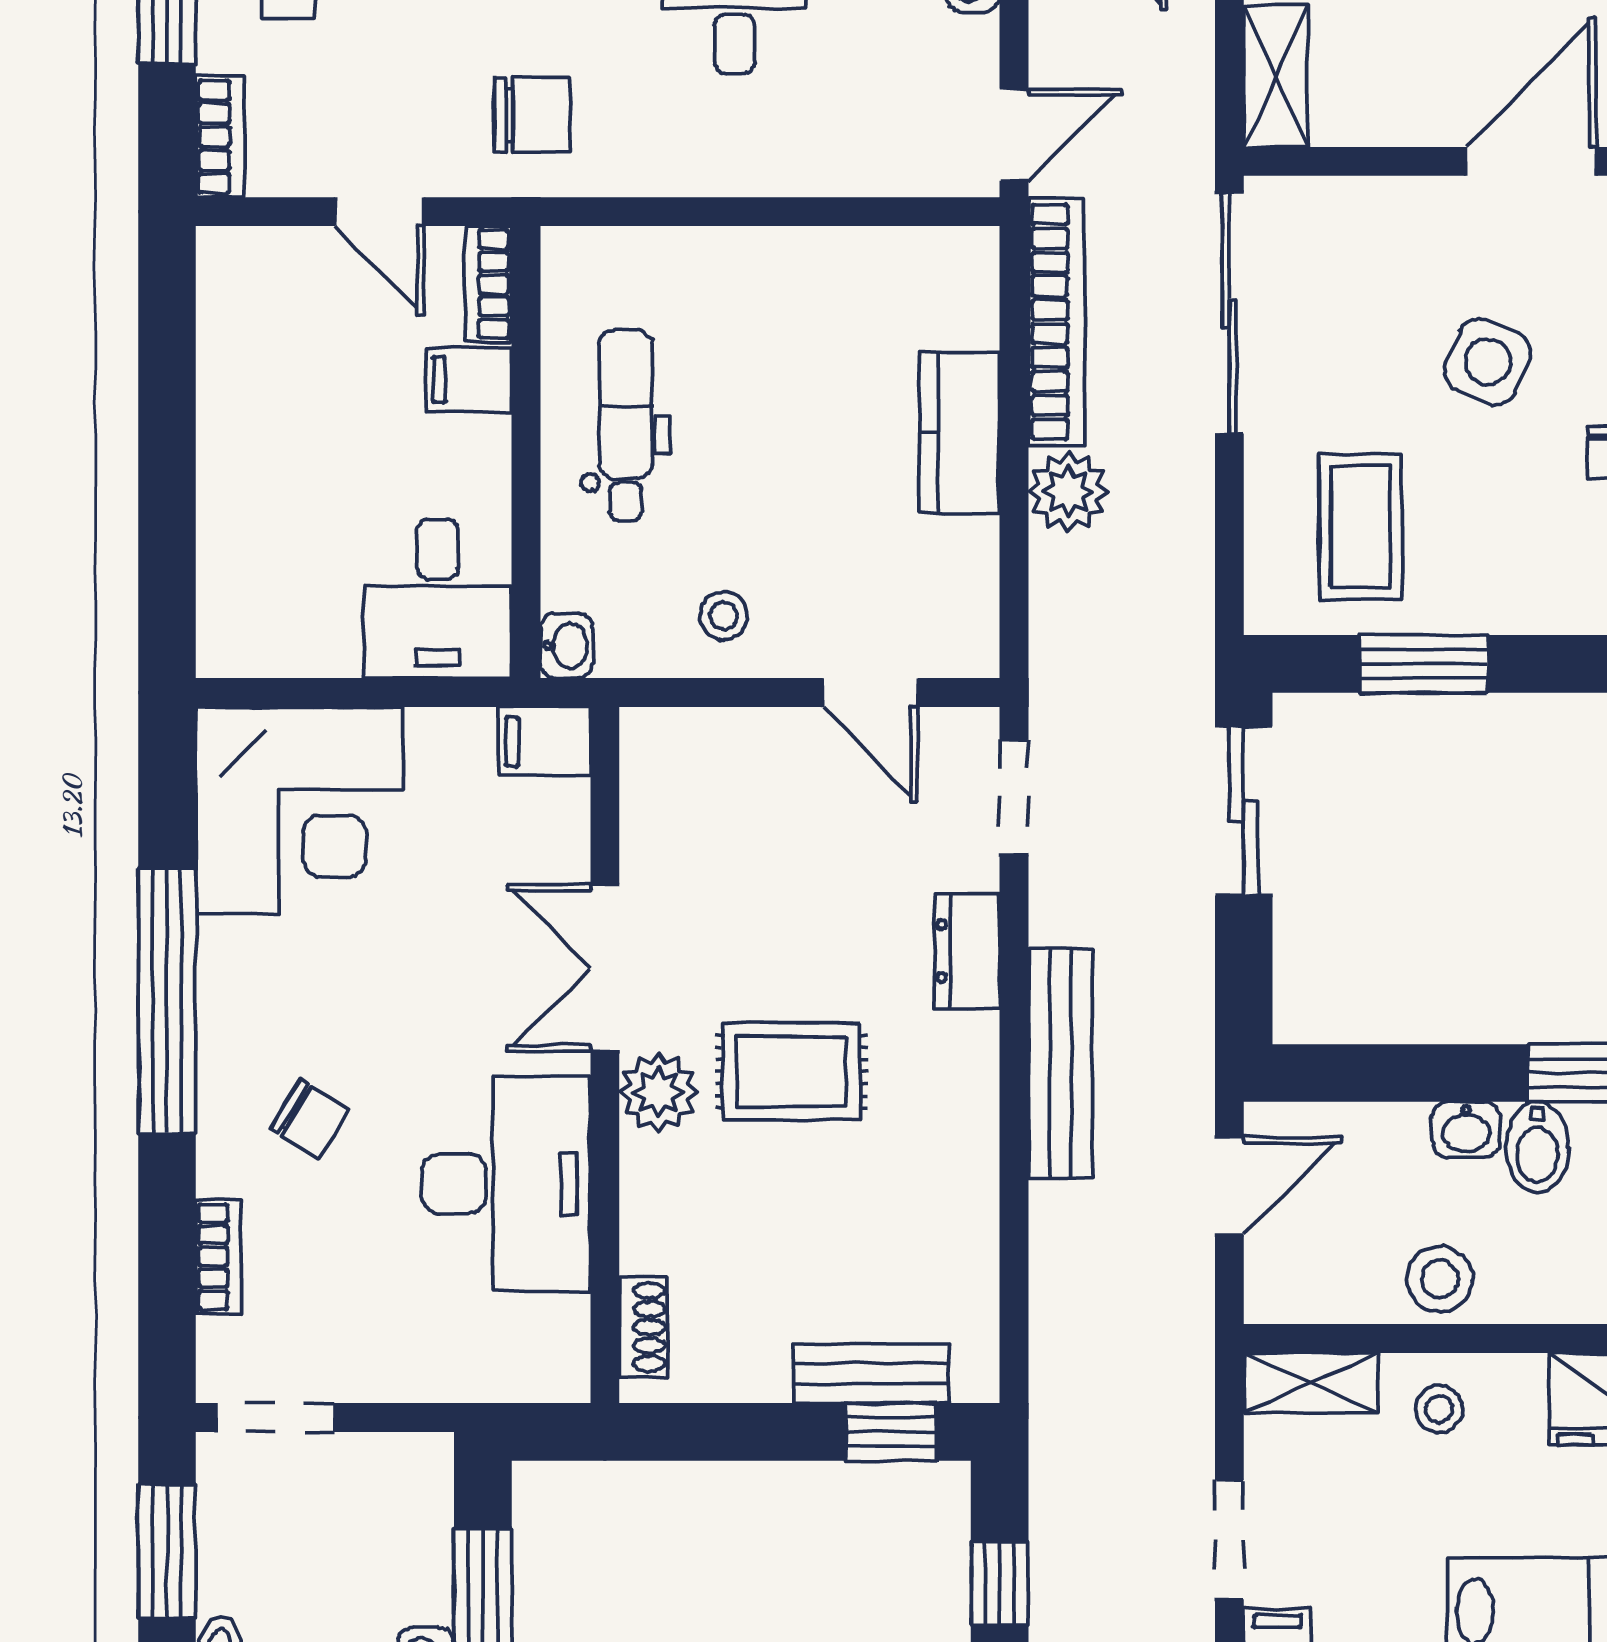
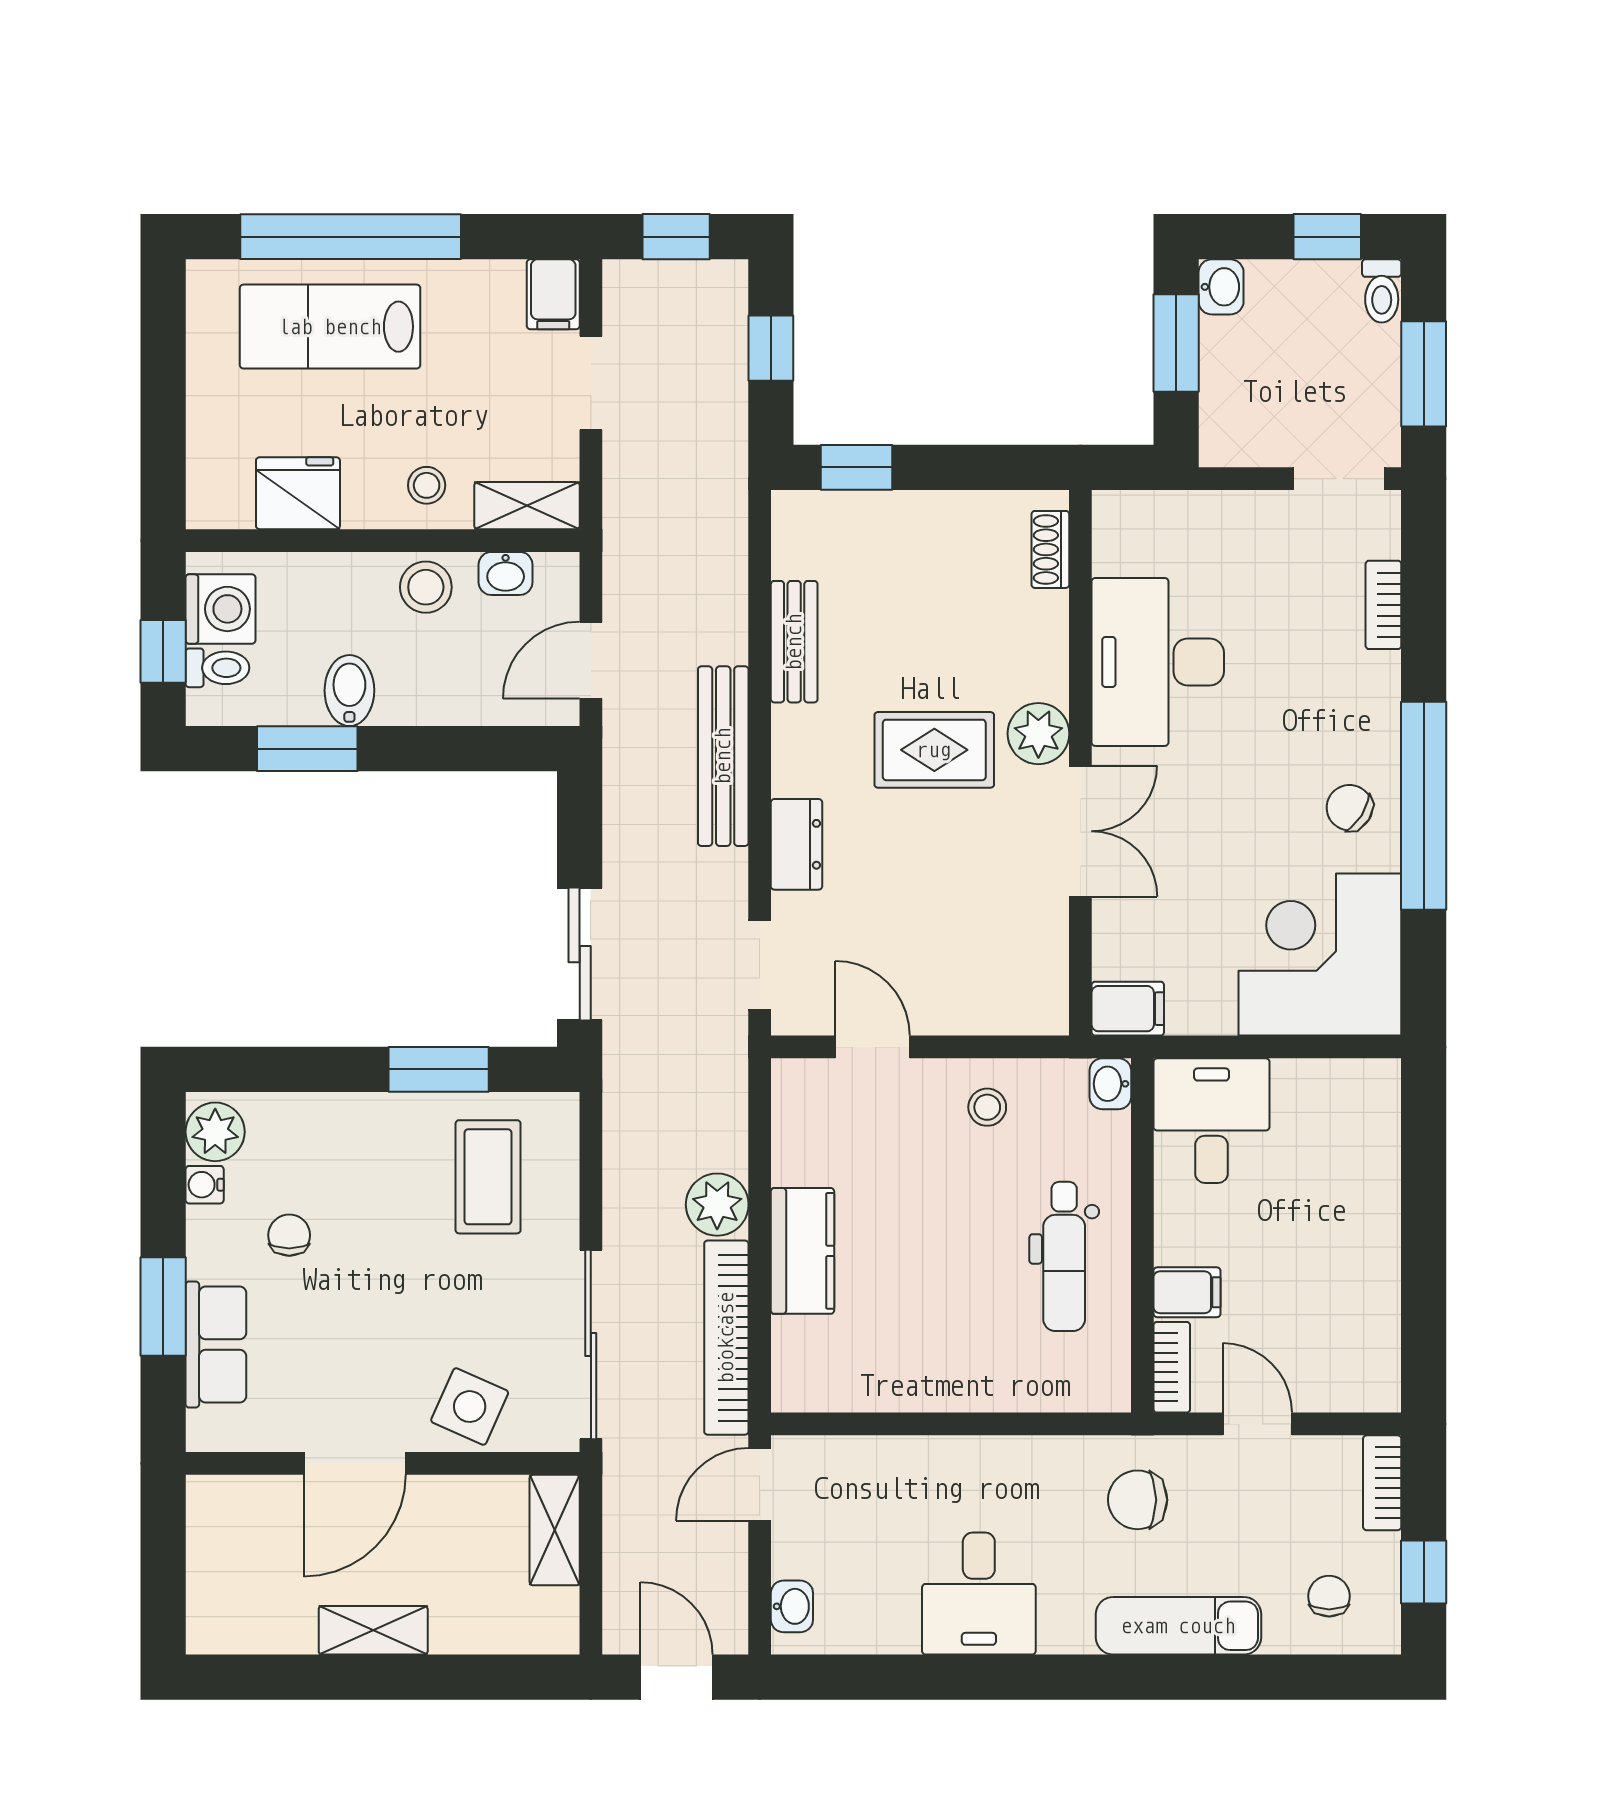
side table: (1488, 362) -> (470, 1407), moved
chair: (310, 1119) -> (1350, 808), moved
washbasin: (1466, 1129) -> (506, 573), moved, turned 180
bench: (872, 1374) -> (794, 642), moved, turned 90

